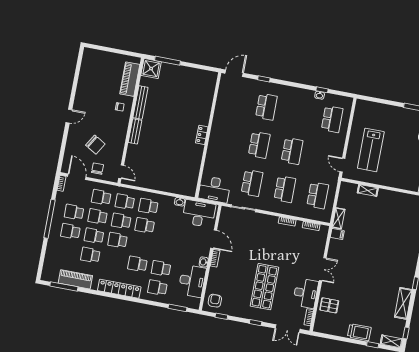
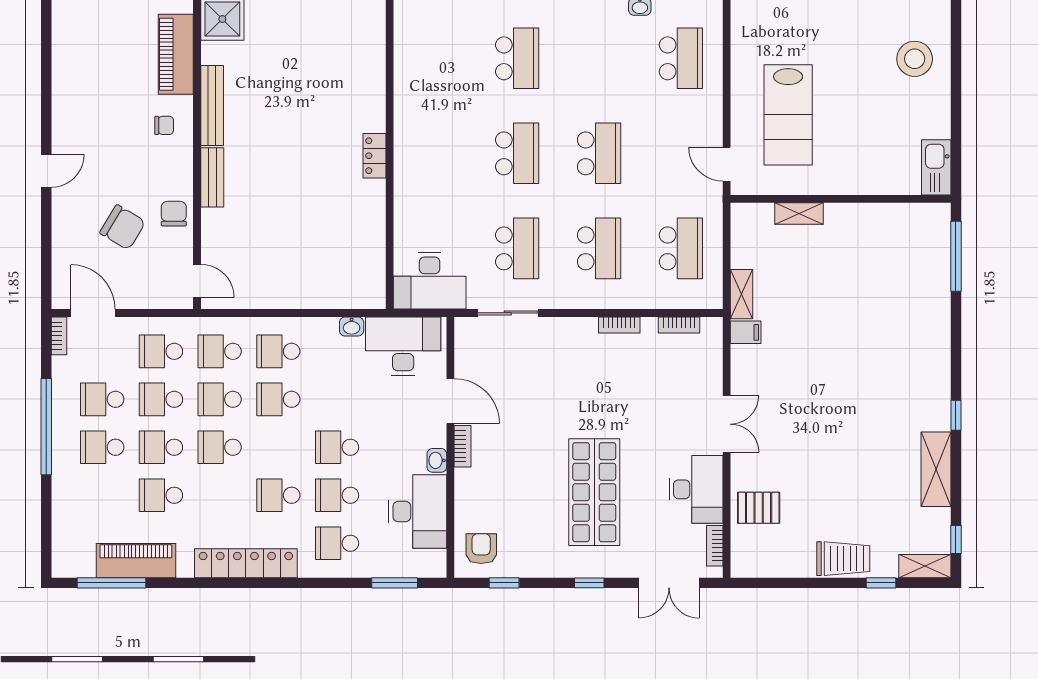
chair: (97, 169) -> (174, 214), moved
school desk: (165, 249) -> (337, 447), added

